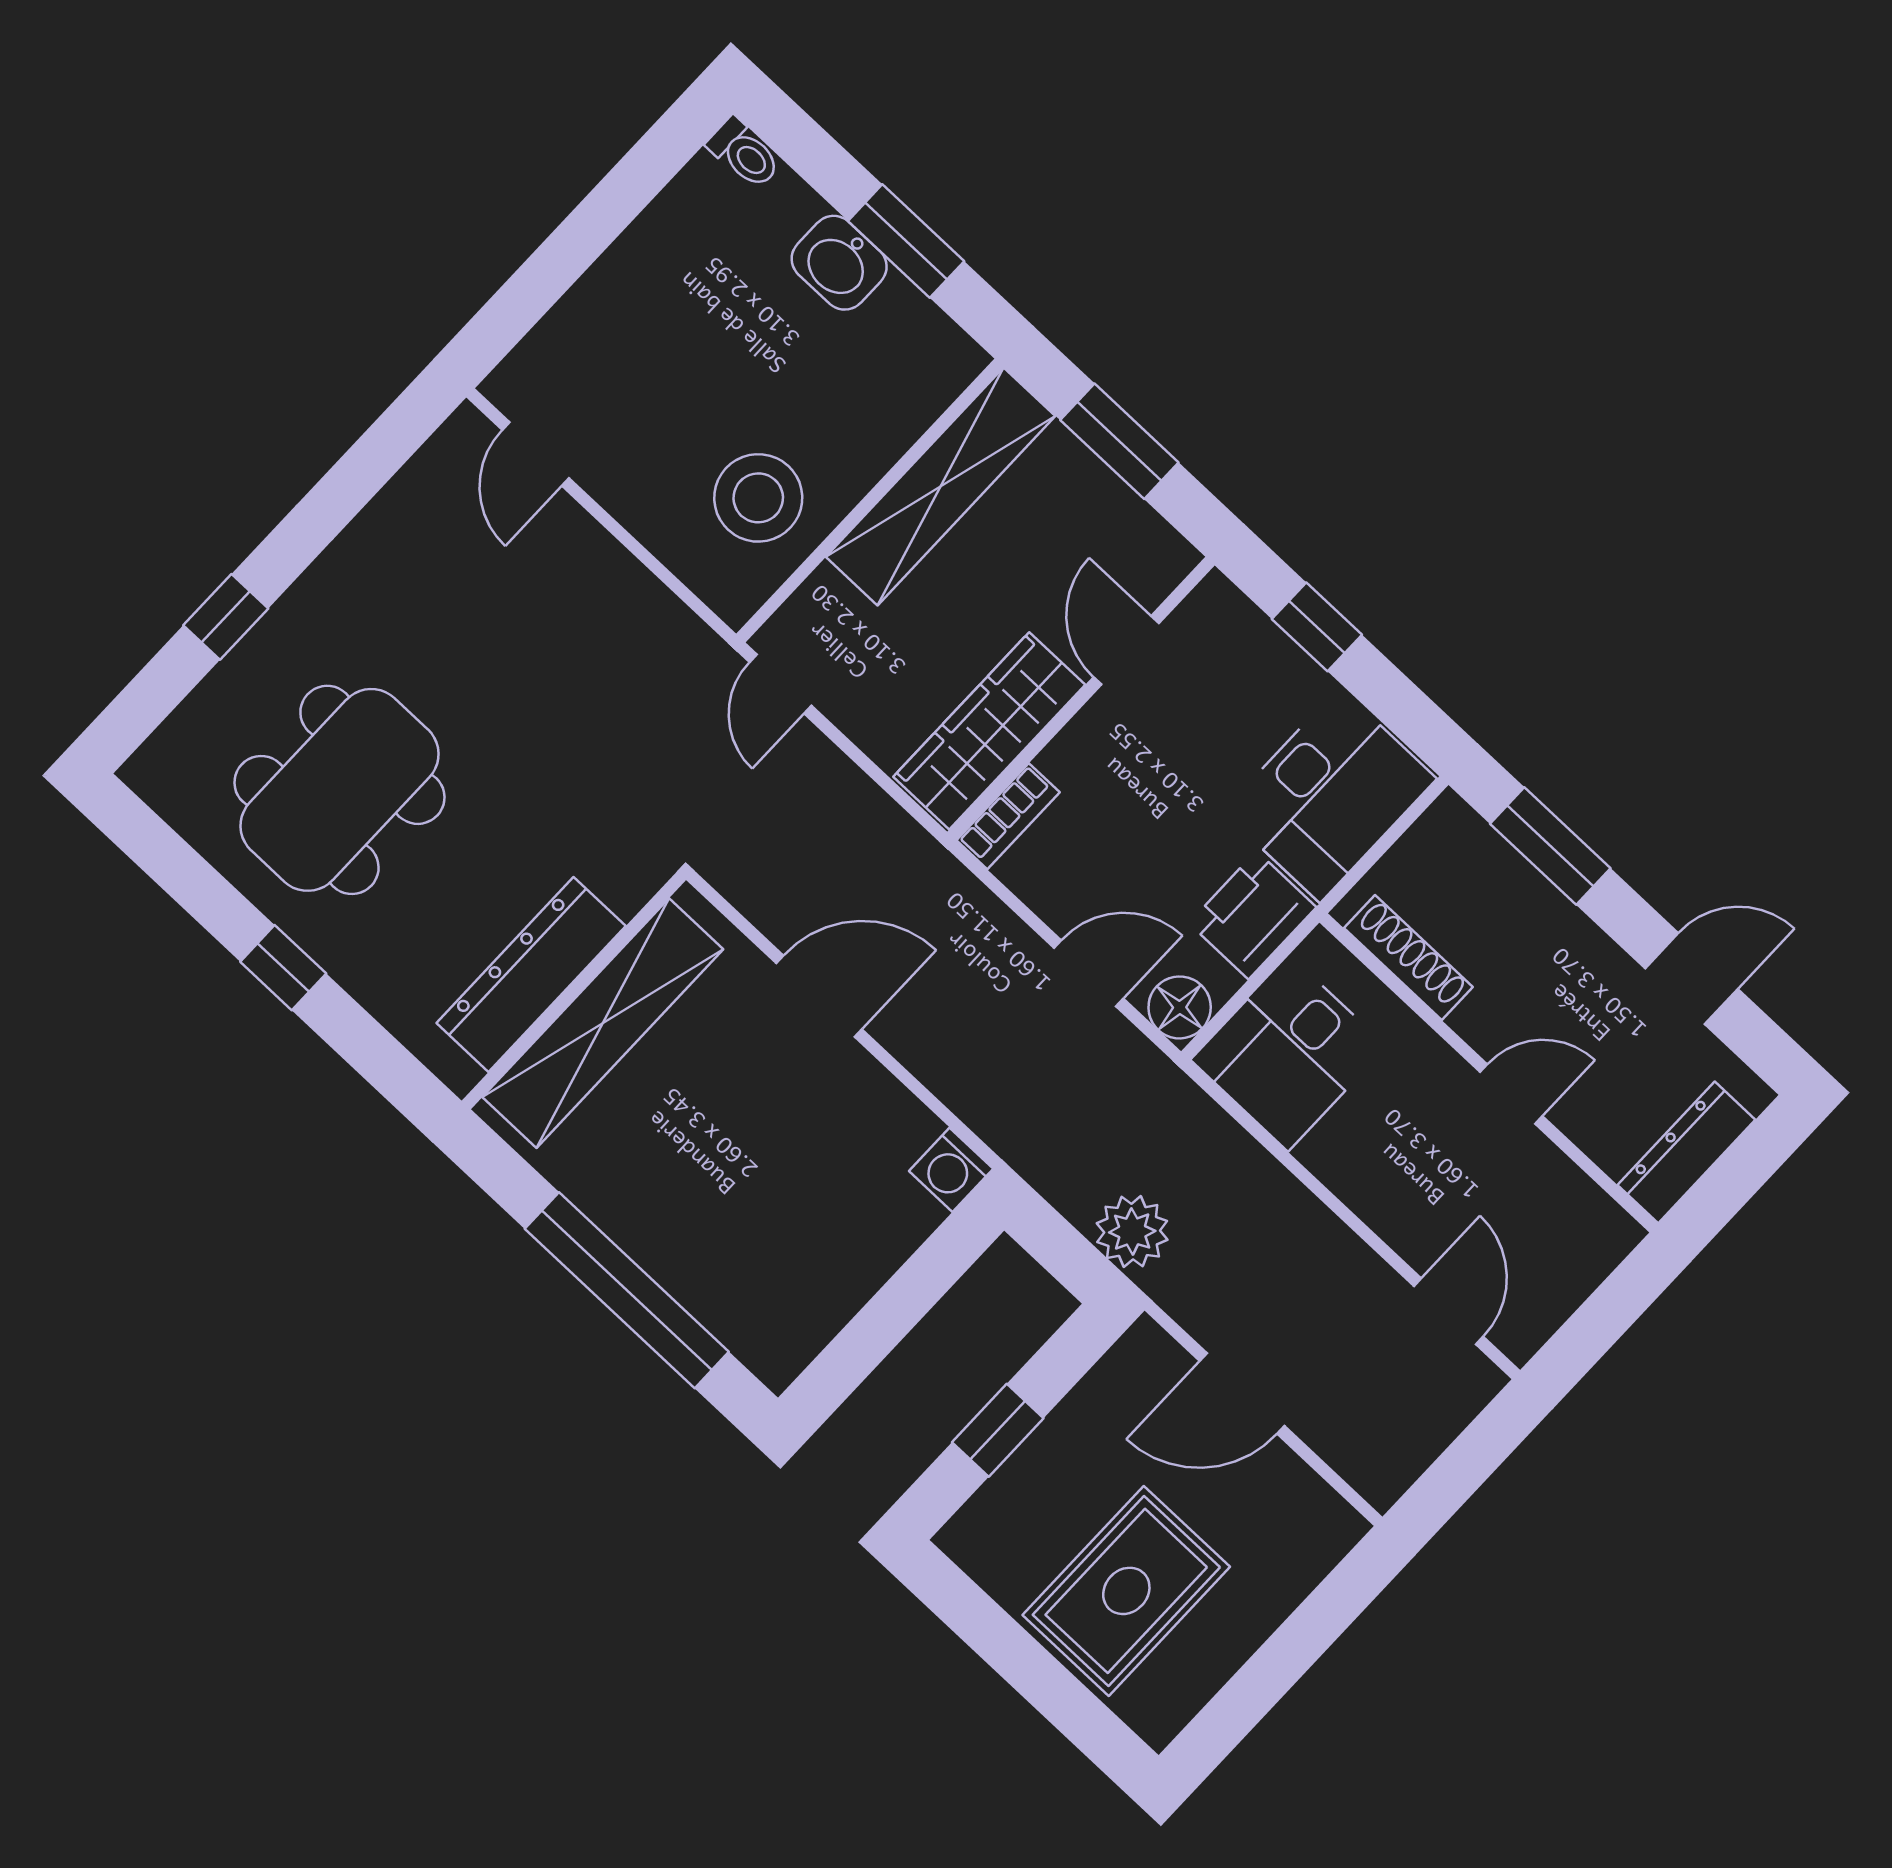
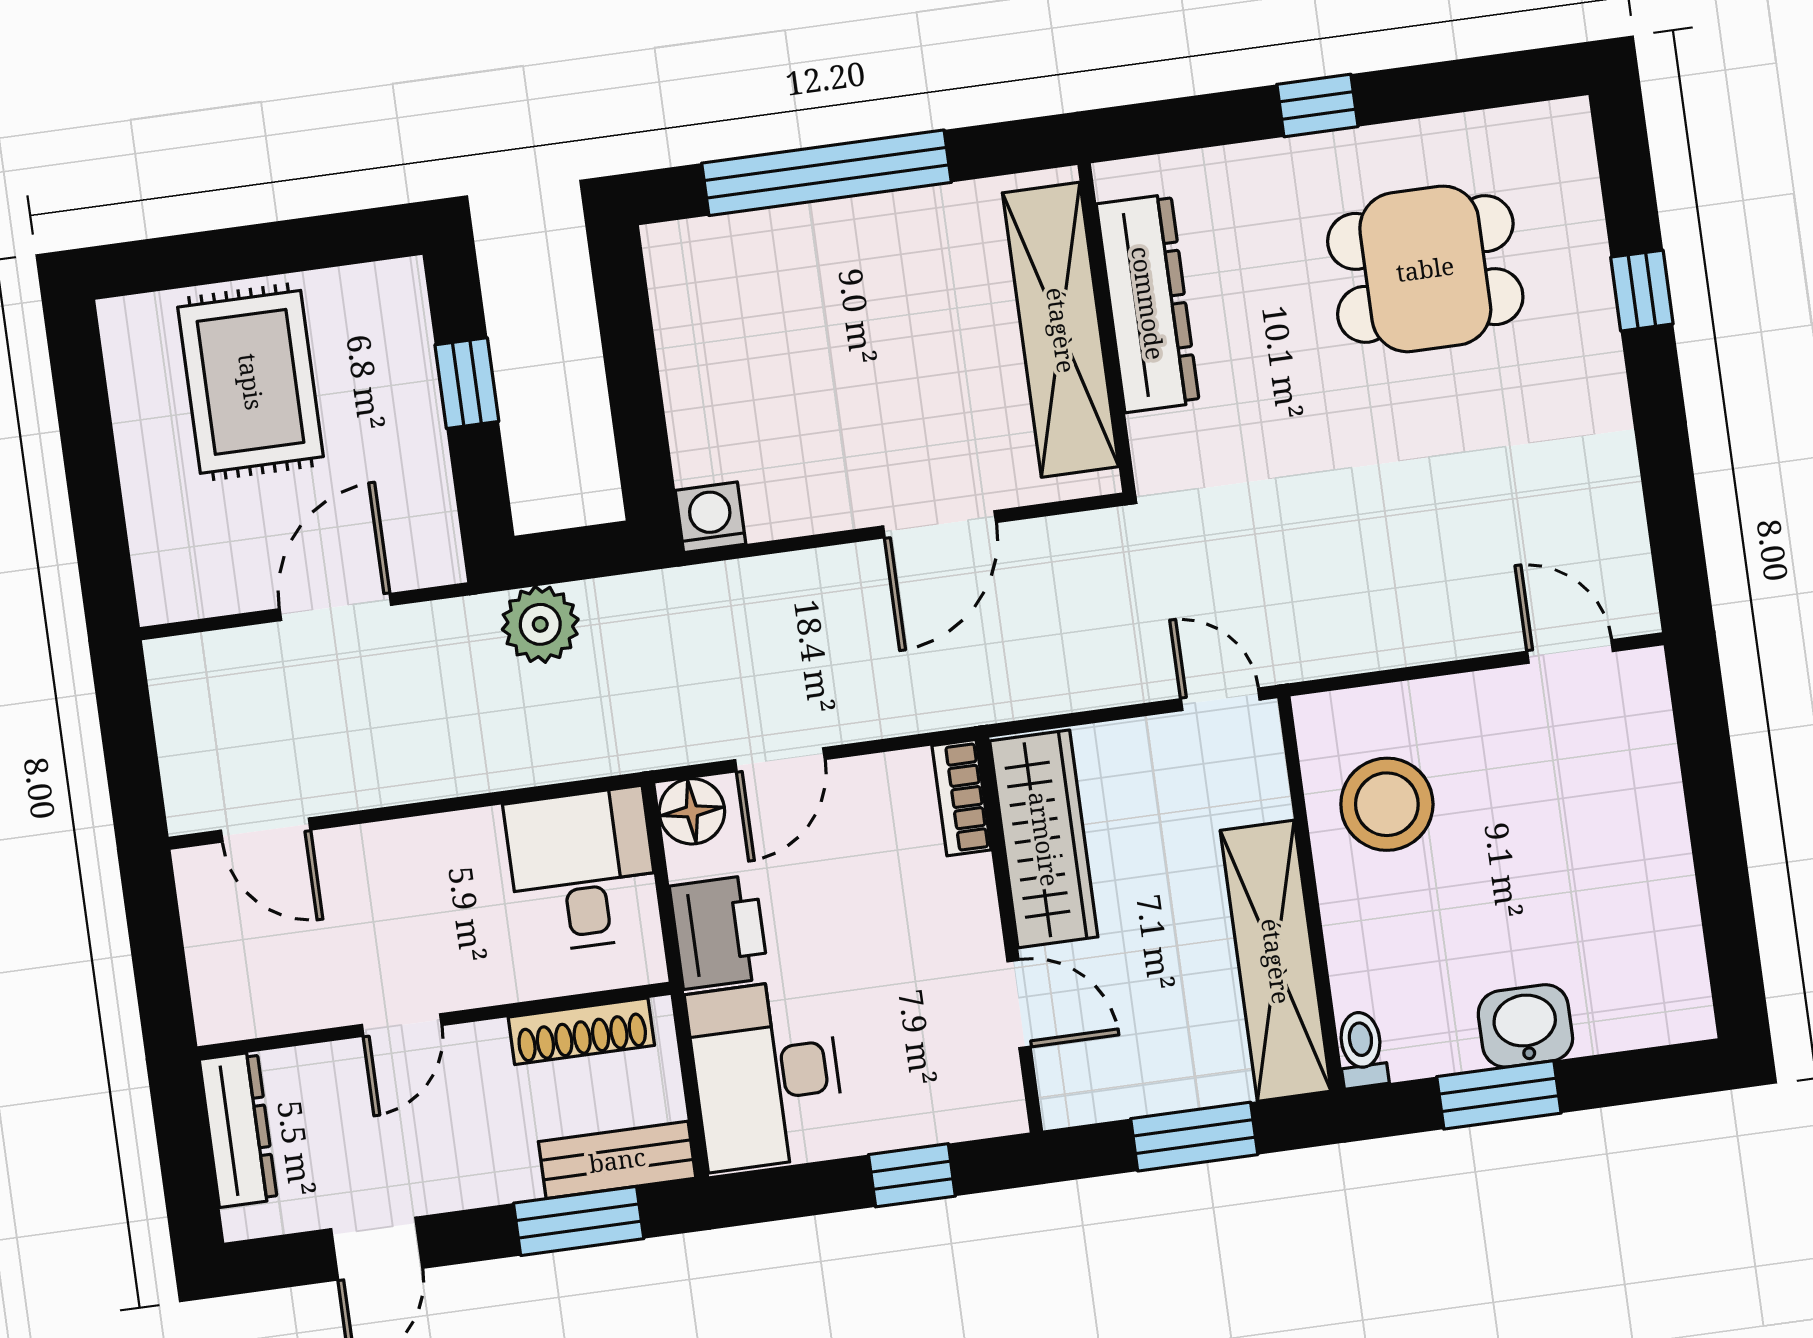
toilet: (744, 153) -> (1362, 1050), moved, turned 90
dining table: (339, 790) -> (1425, 269), width x0.73
bench: (1482, 854) -> (617, 1160), added

